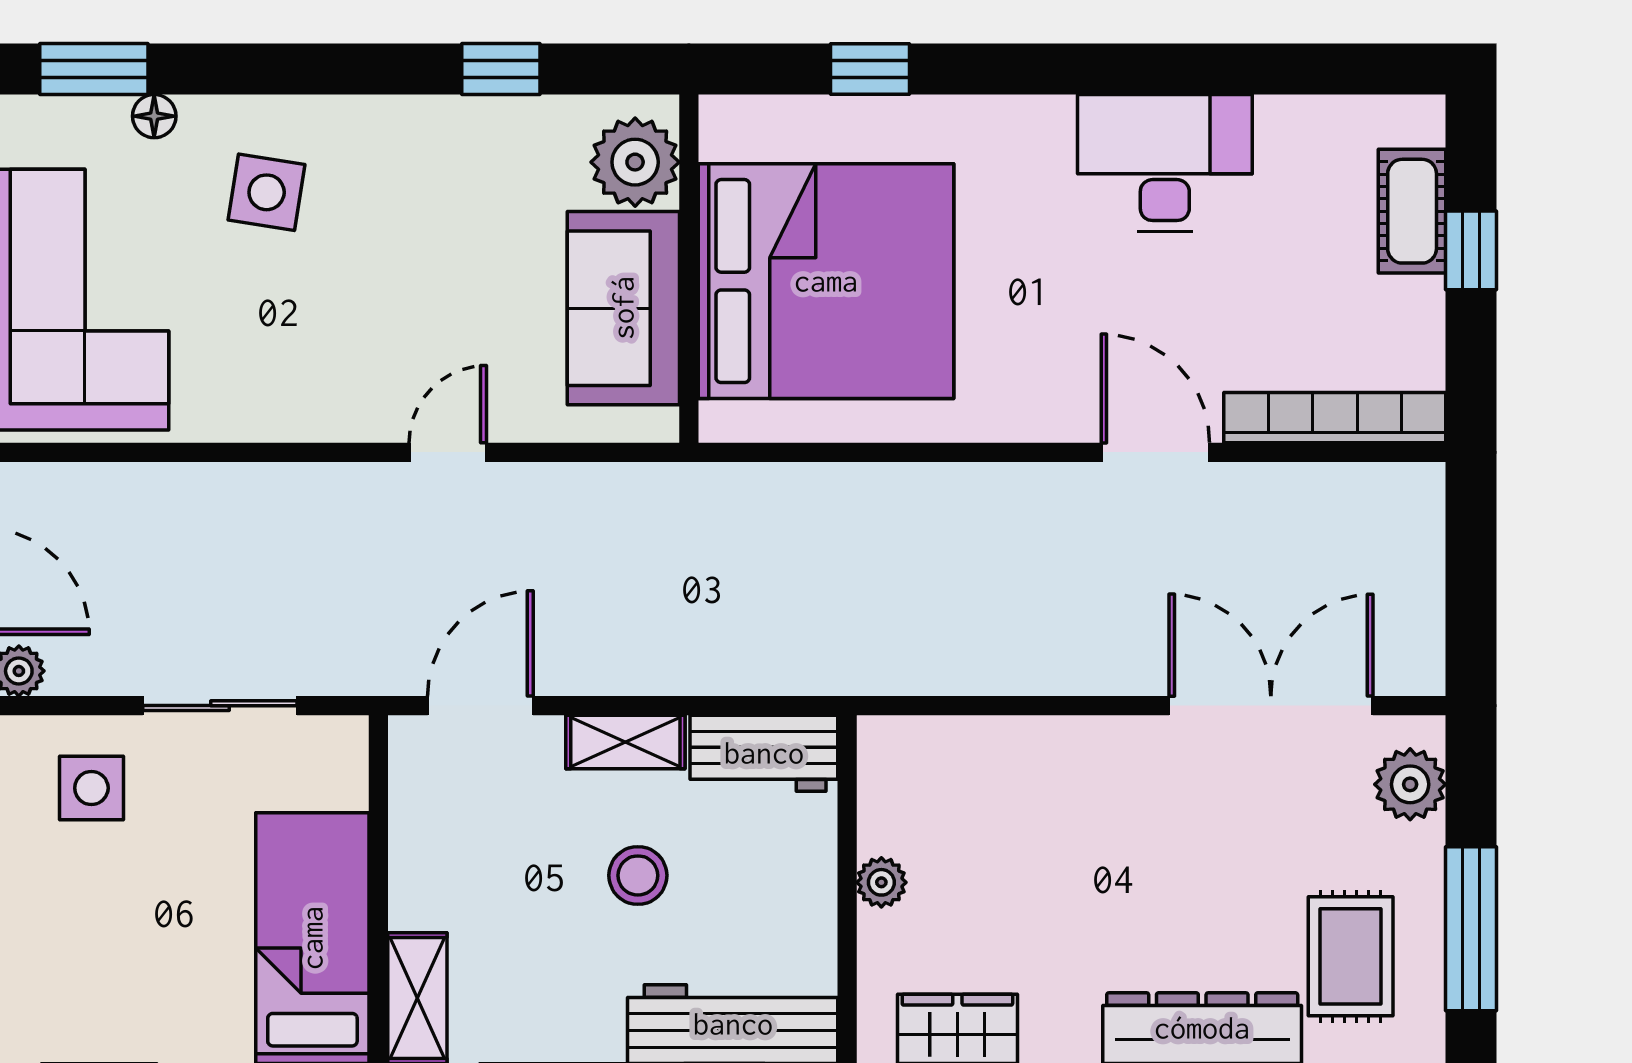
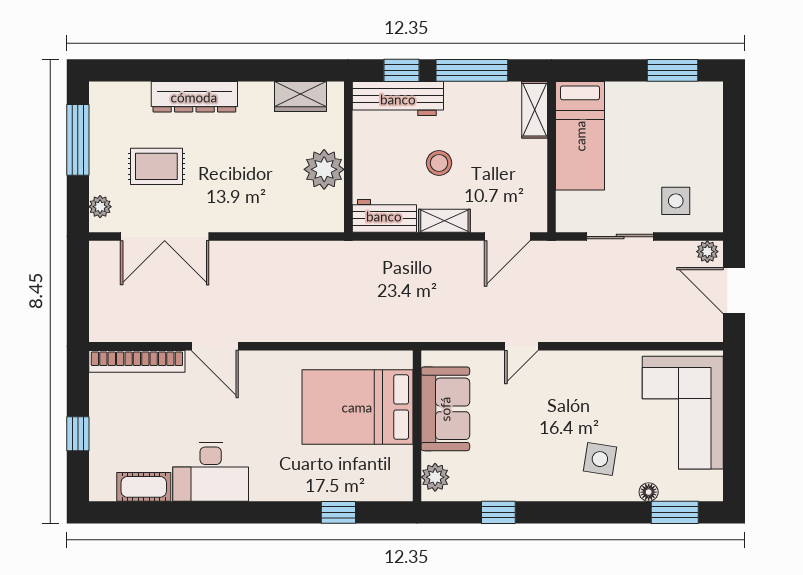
plant: (635, 162) -> (435, 477), width x0.73, depth x0.73
cot: (1412, 211) -> (144, 487), moved, turned 90
bed: (826, 281) -> (357, 407), width x0.73
plant: (1410, 784) -> (100, 207), width x0.73, depth x0.73
plant: (881, 882) -> (324, 169), width x1.87, depth x1.87
rug: (1351, 956) -> (156, 166), moved, turned 90

